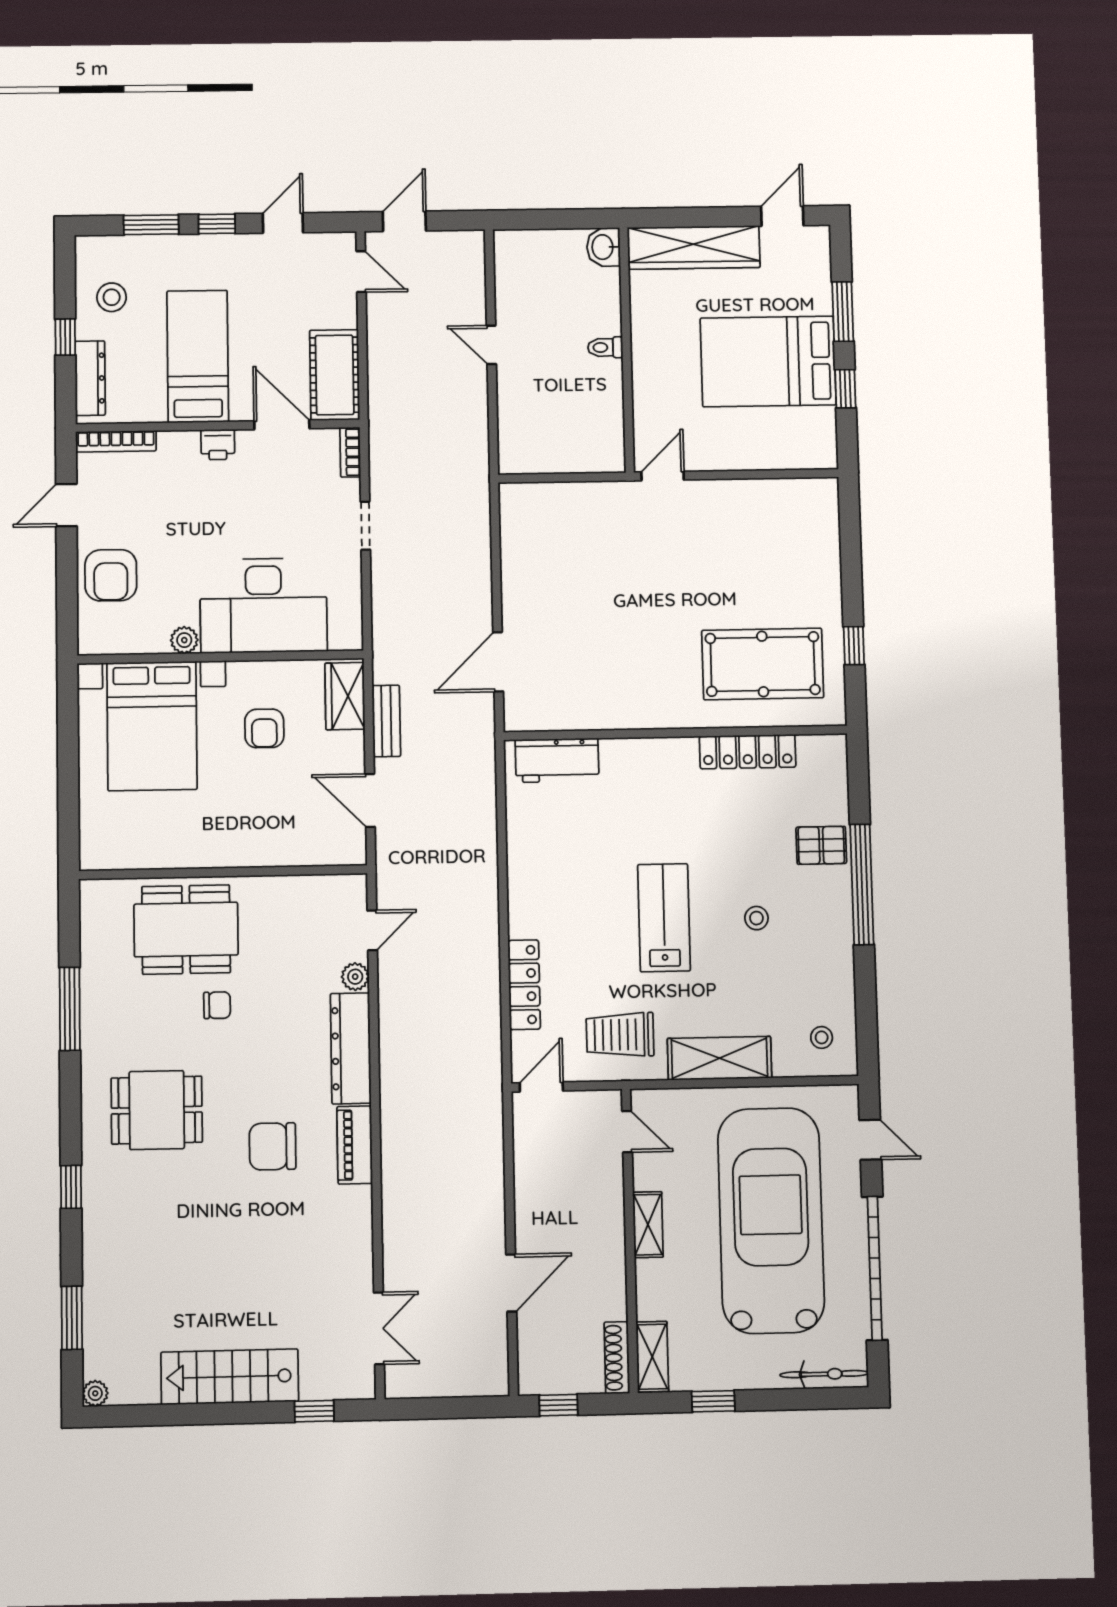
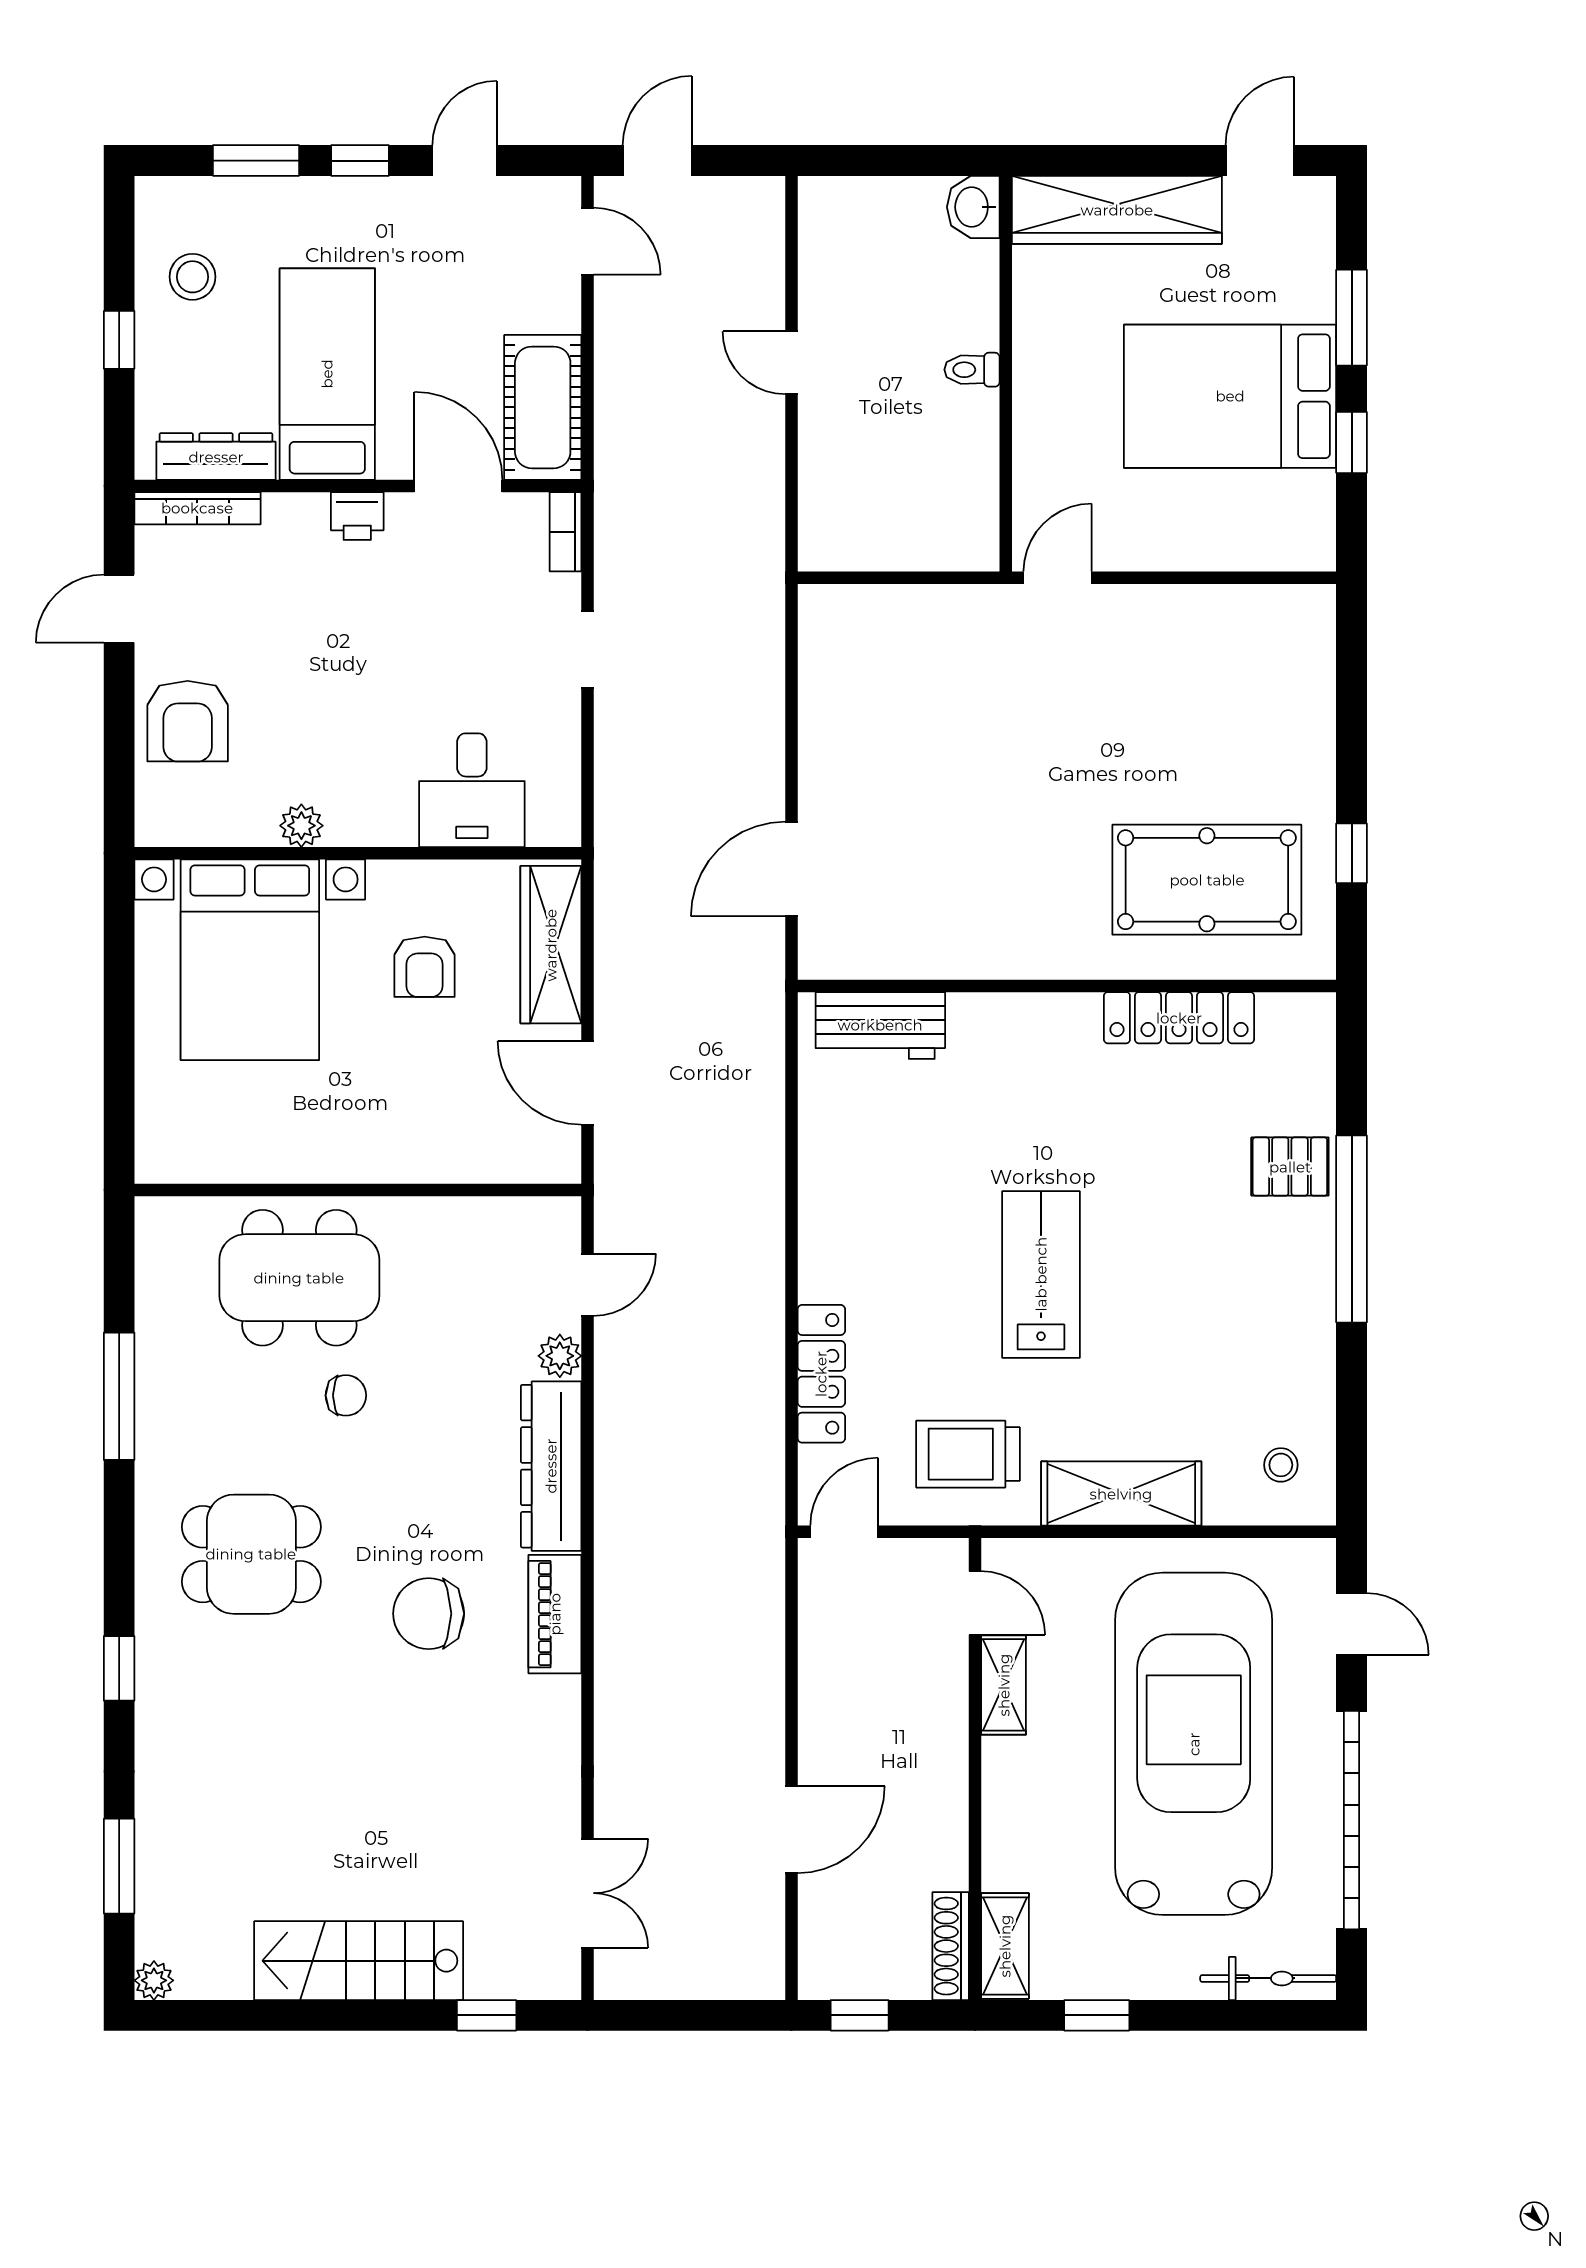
dresser: (90, 378) -> (216, 457), moved, turned -90
desk: (264, 605) -> (472, 790), width x0.53, depth x0.77
wardrobe: (345, 696) -> (551, 945), width x1.50
bench: (386, 721) -> (615, 959), removed
stool: (756, 918) -> (1185, 1278), removed
shelving: (648, 1225) -> (1004, 1685), moved

